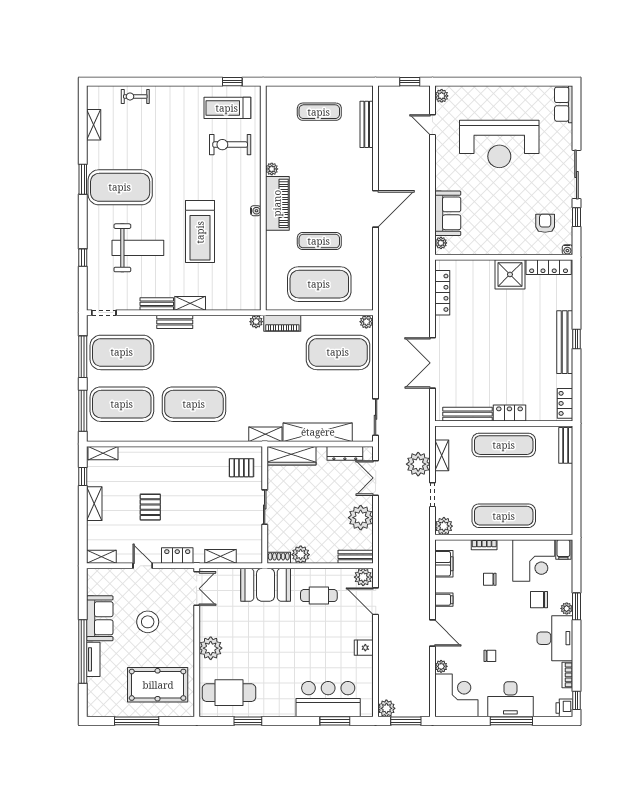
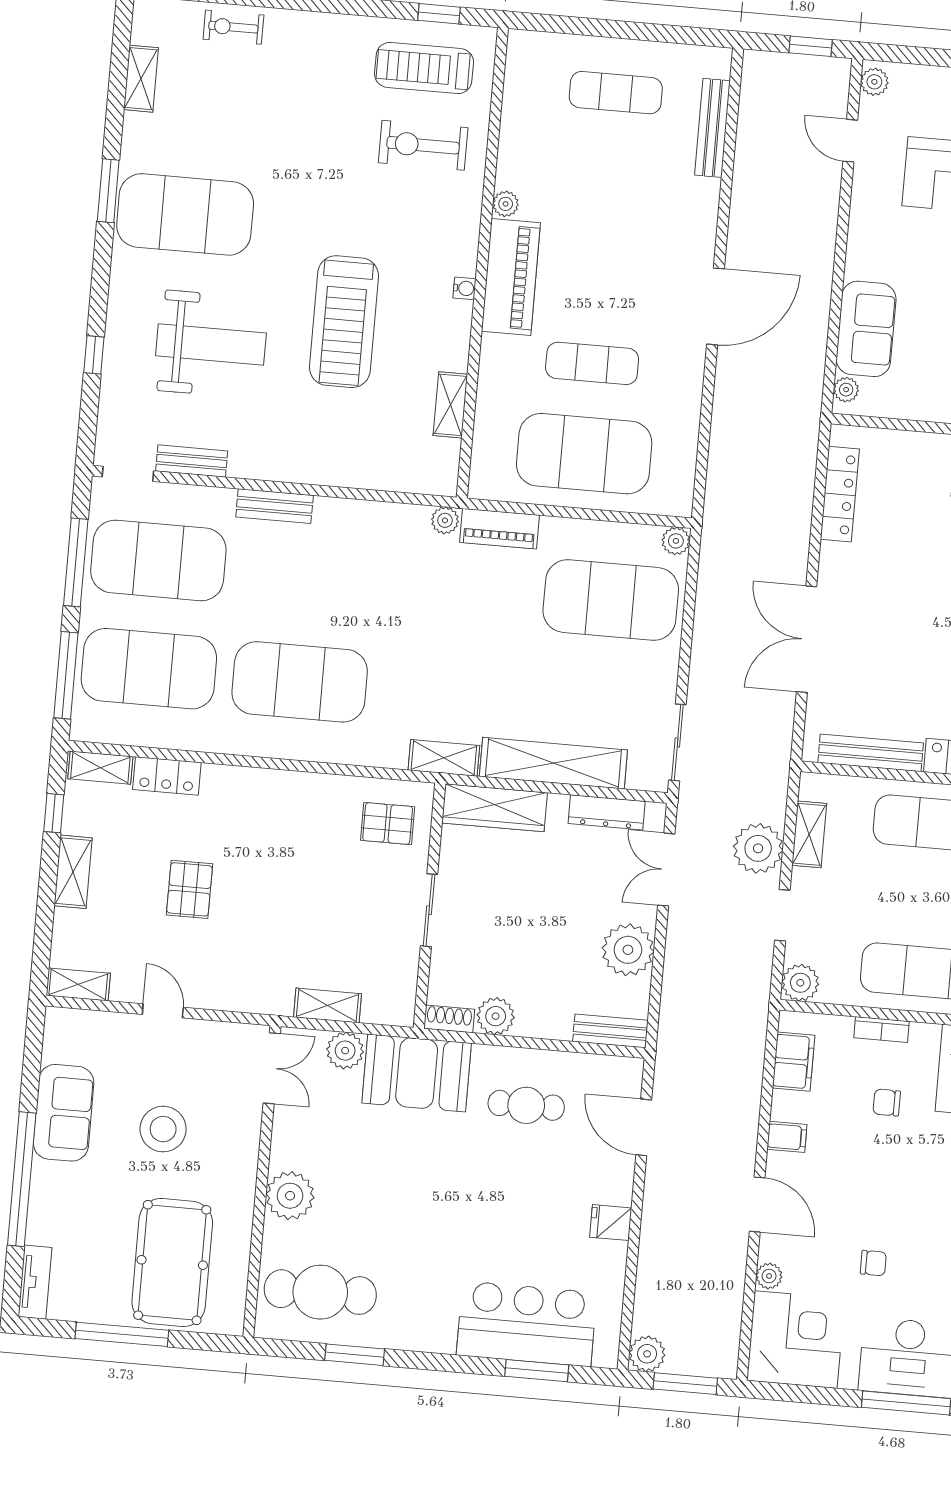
shelving: (190, 303) -> (450, 405), moved, turned 90
bench: (157, 304) -> (192, 461), moved
locker: (177, 556) -> (167, 776), moved, turned 180
plant: (363, 577) -> (345, 1051), moved
tv unit: (93, 659) -> (35, 1282), moved
pool table: (158, 685) -> (172, 1262), turned 90

